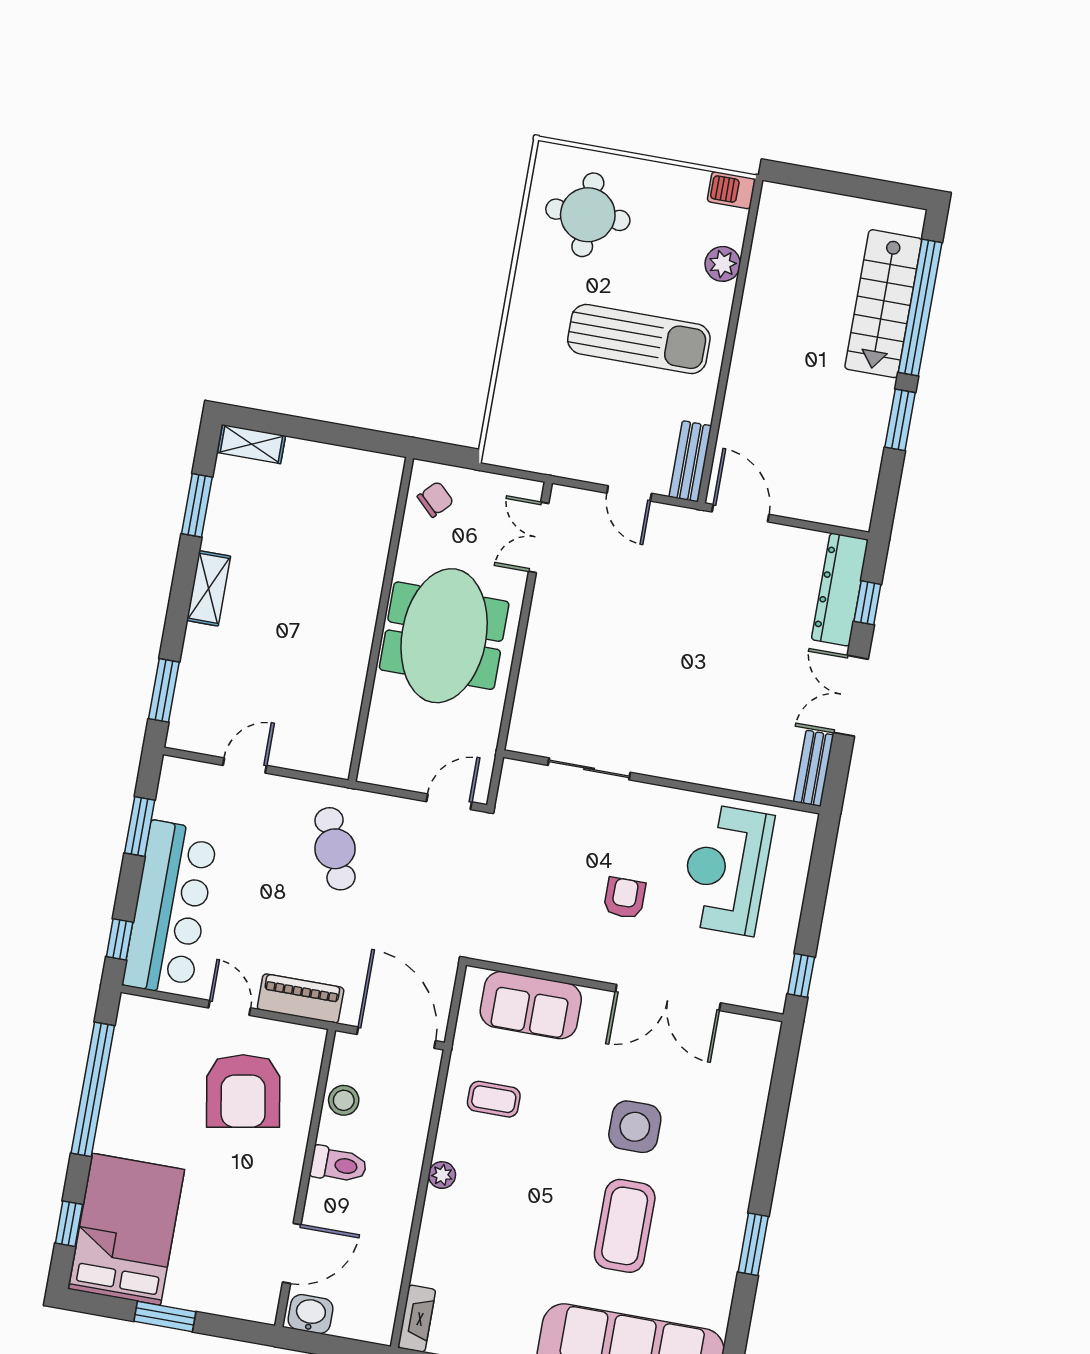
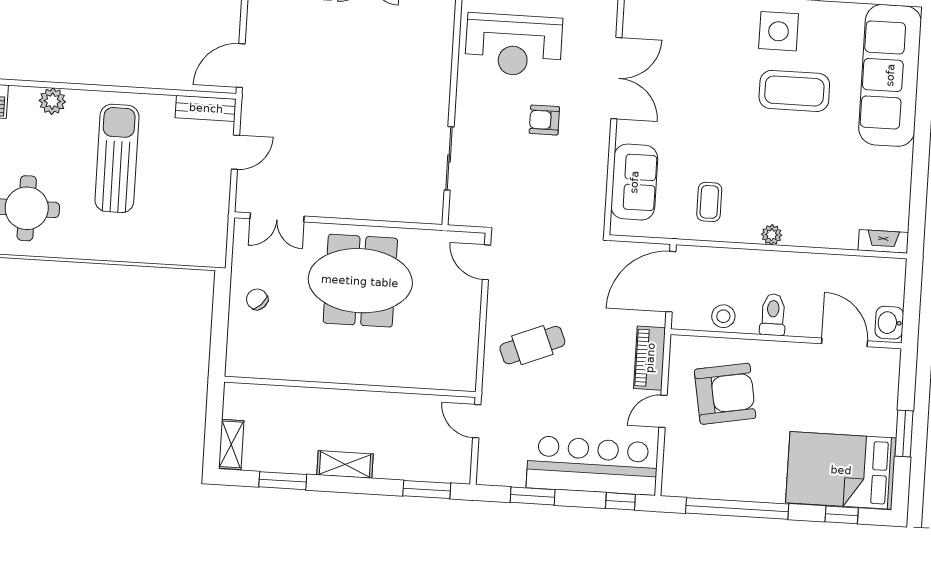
wall: (381, 619) -> (350, 387), moved
side table: (635, 1127) -> (779, 31), moved

